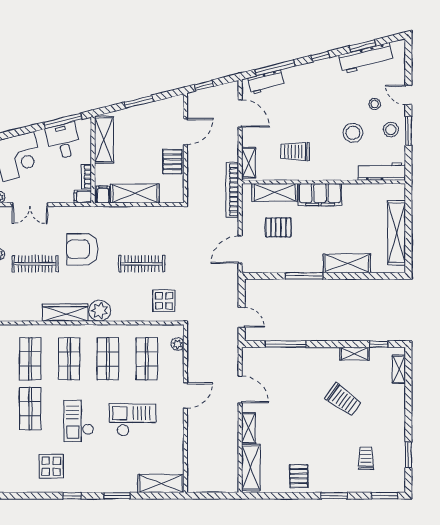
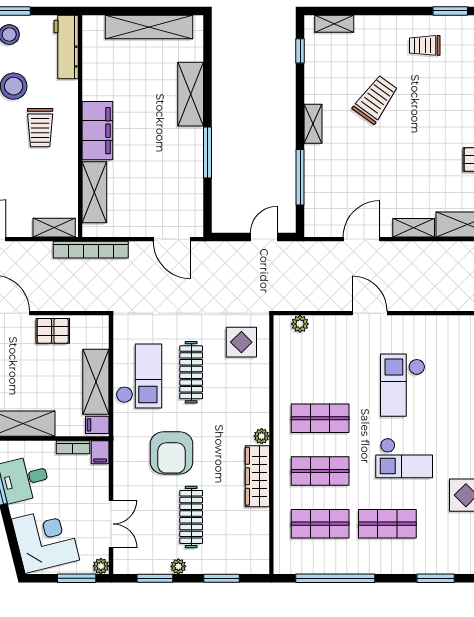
trolley: (295, 152) -> (40, 128), moved
checkout: (139, 225) -> (139, 376), added
pallet: (278, 227) -> (142, 187), removed
plant: (100, 311) -> (262, 436), width x0.53, depth x0.53
shelving: (354, 354) -> (313, 124), moved
shop shelf: (147, 359) -> (320, 366), removed
trolley: (366, 458) -> (425, 45), moved

